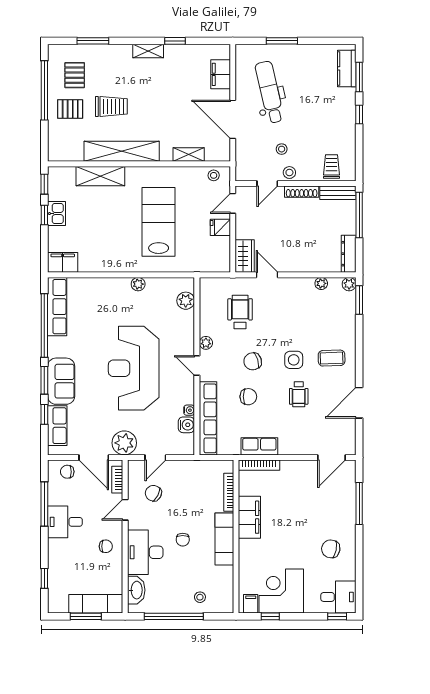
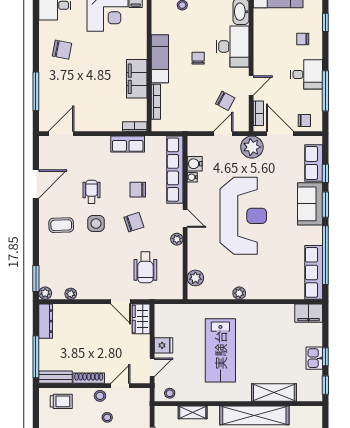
trolley: (331, 167) -> (61, 401), turned -90
bookcase: (259, 465) -> (135, 127), width x0.64
chair: (106, 546) -> (303, 39), moved

